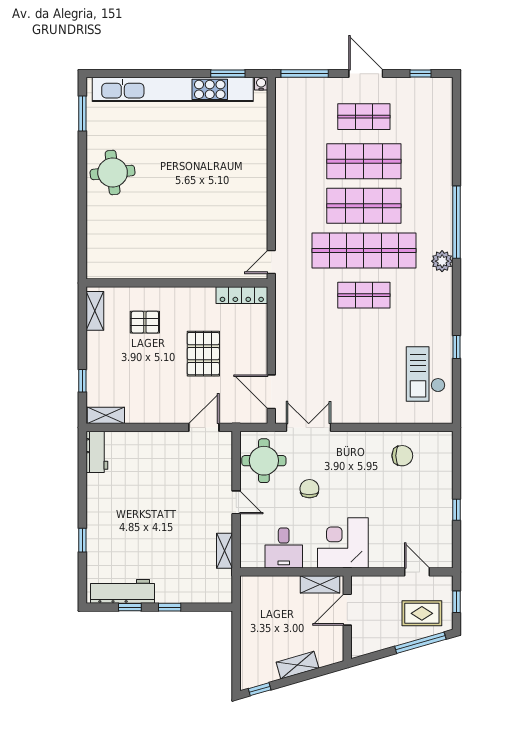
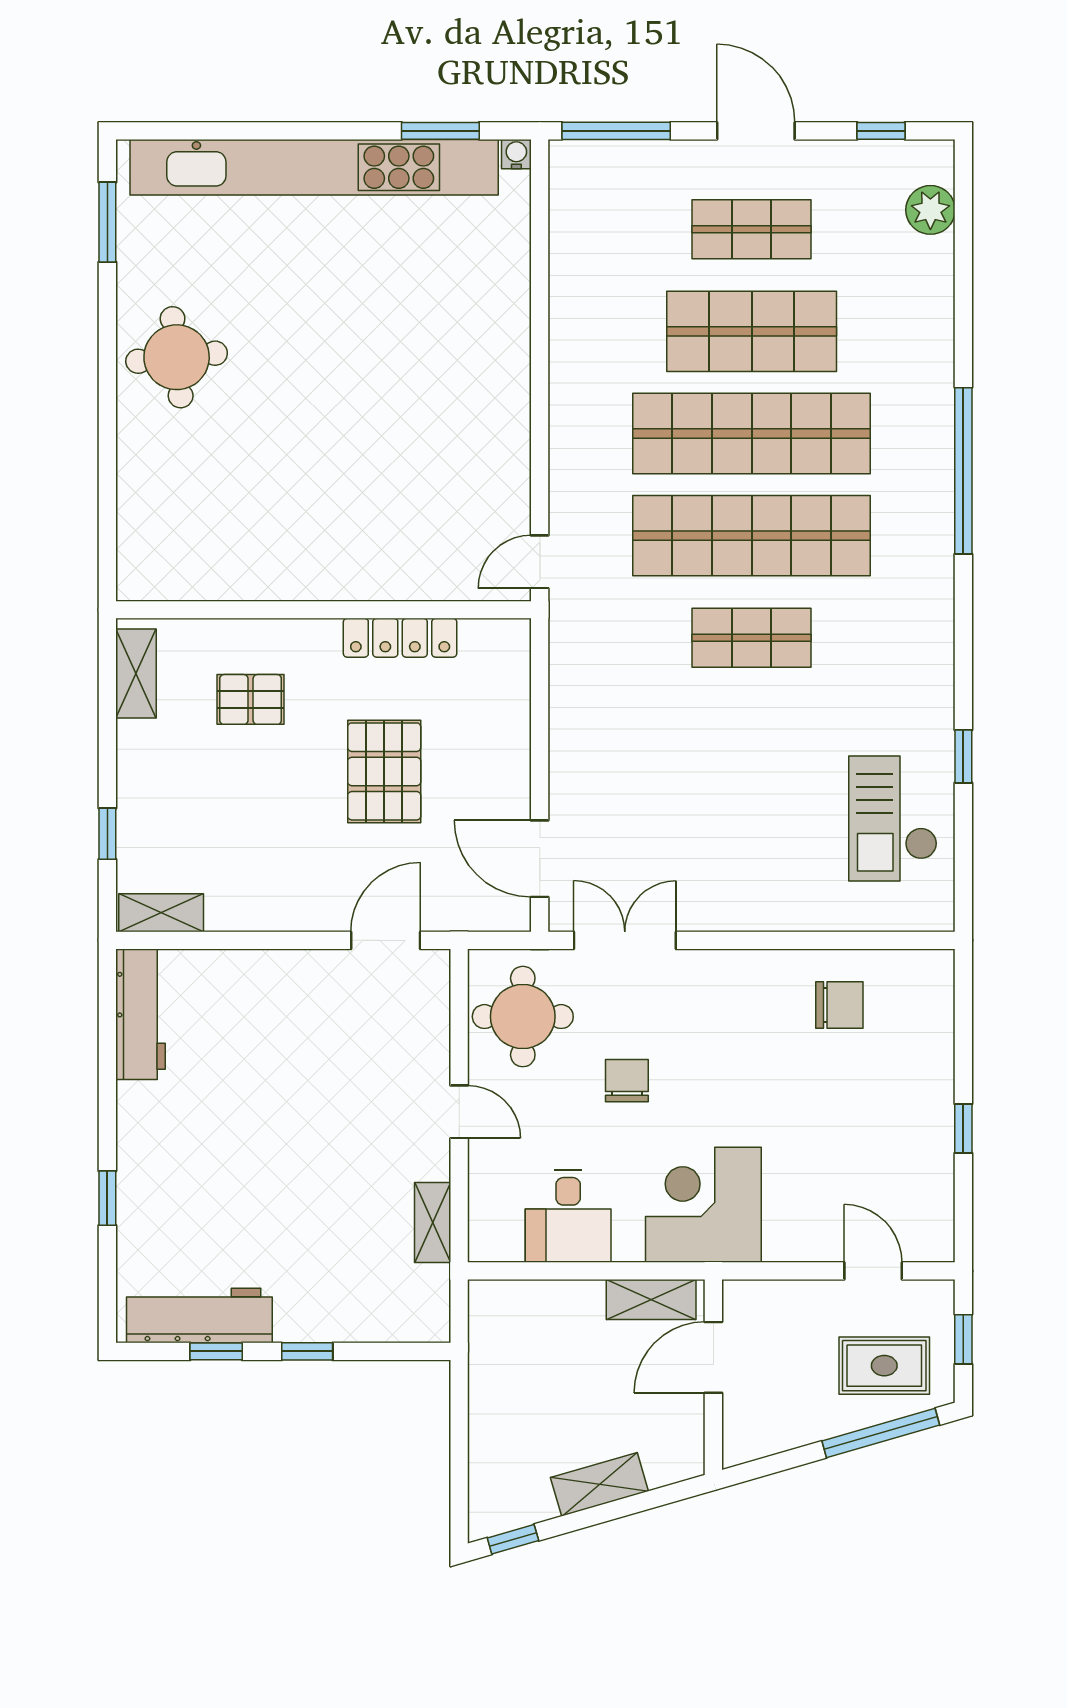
shop shelf: (364, 206) -> (752, 433), width x1.40
plant: (442, 261) -> (930, 210), moved
locker: (242, 295) -> (400, 638), moved
workbench: (97, 452) -> (140, 1014), width x1.38

